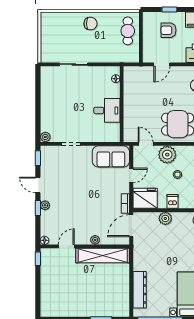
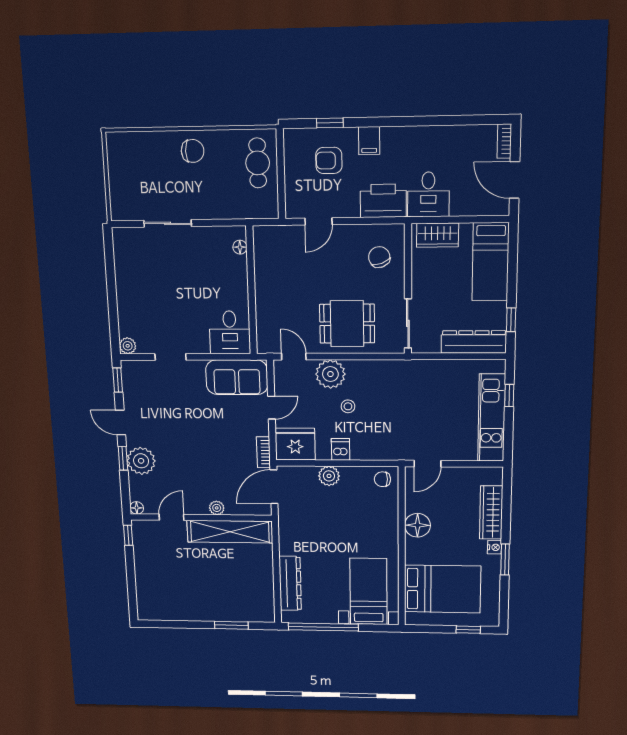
desk: (107, 110) -> (230, 332), moved, turned 90
plant: (45, 205) -> (141, 461), width x1.87, depth x1.87

